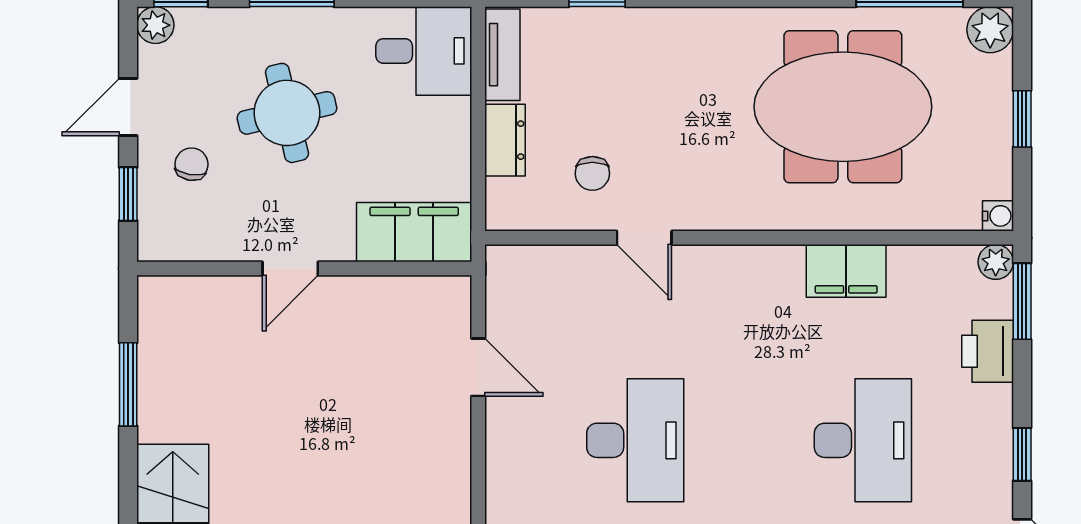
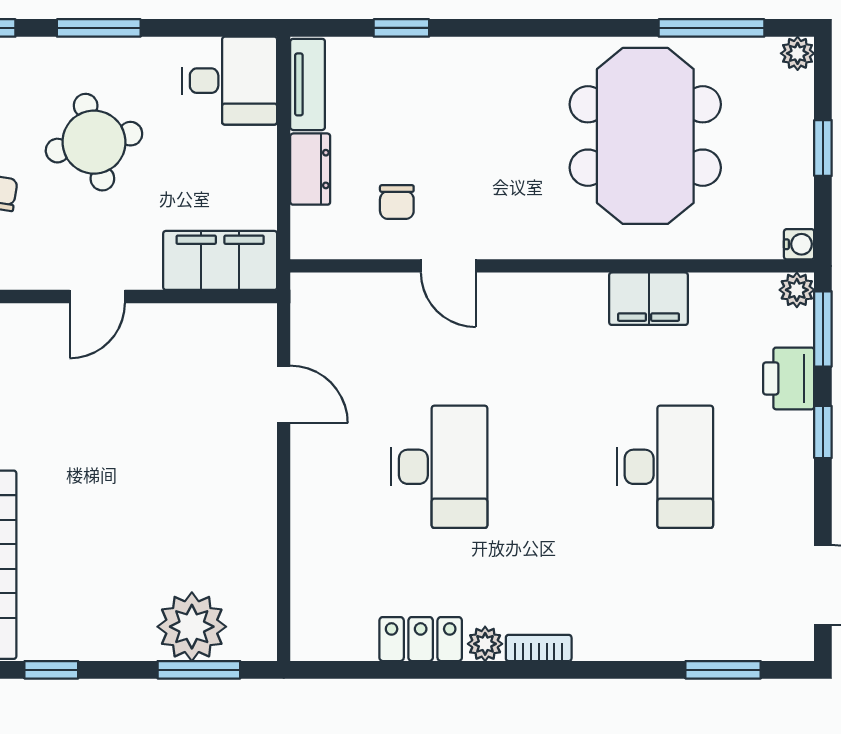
plant: (990, 30) -> (798, 53), width x0.73, depth x0.73
meeting table: (843, 107) -> (645, 136), turned 90
window: (1022, 454) -> (823, 432), moved

